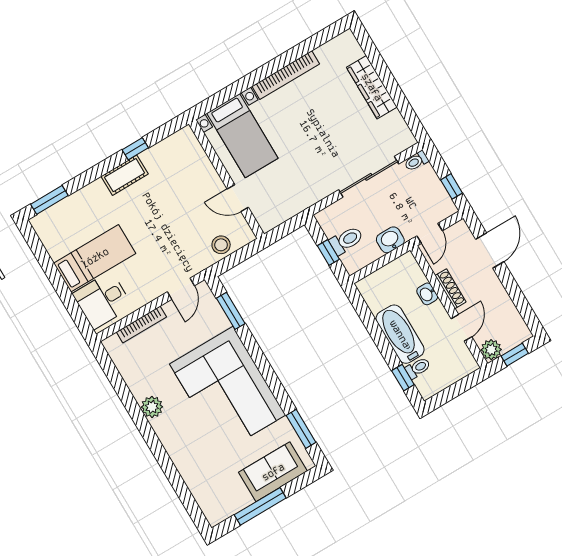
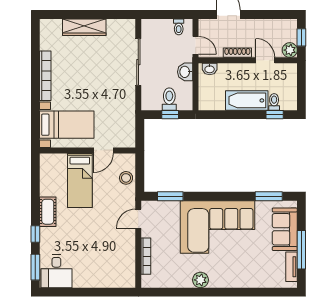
window: (135, 149) -> (35, 234), moved
toilet: (416, 161) -> (179, 27), moved
window: (452, 186) -> (175, 15), removed
bed: (95, 258) -> (80, 180), moved, turned 180
door: (181, 289) -> (138, 219), swing flipped
washbasin: (427, 294) -> (210, 69), moved
desk: (102, 300) -> (56, 271), moved
tv unit: (233, 506) -> (291, 267), added

